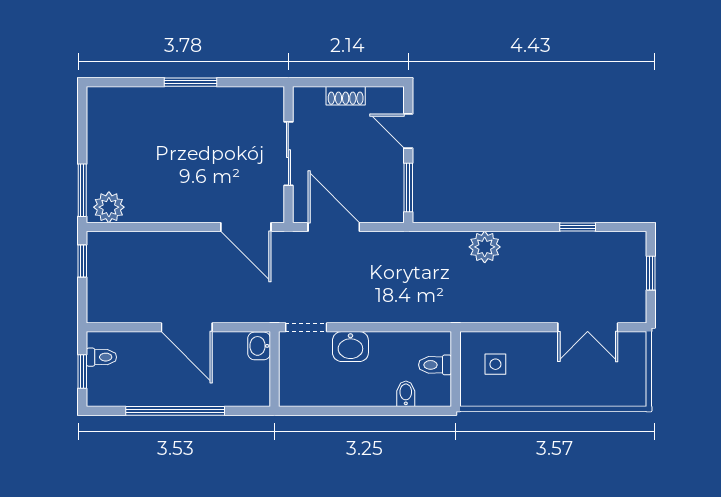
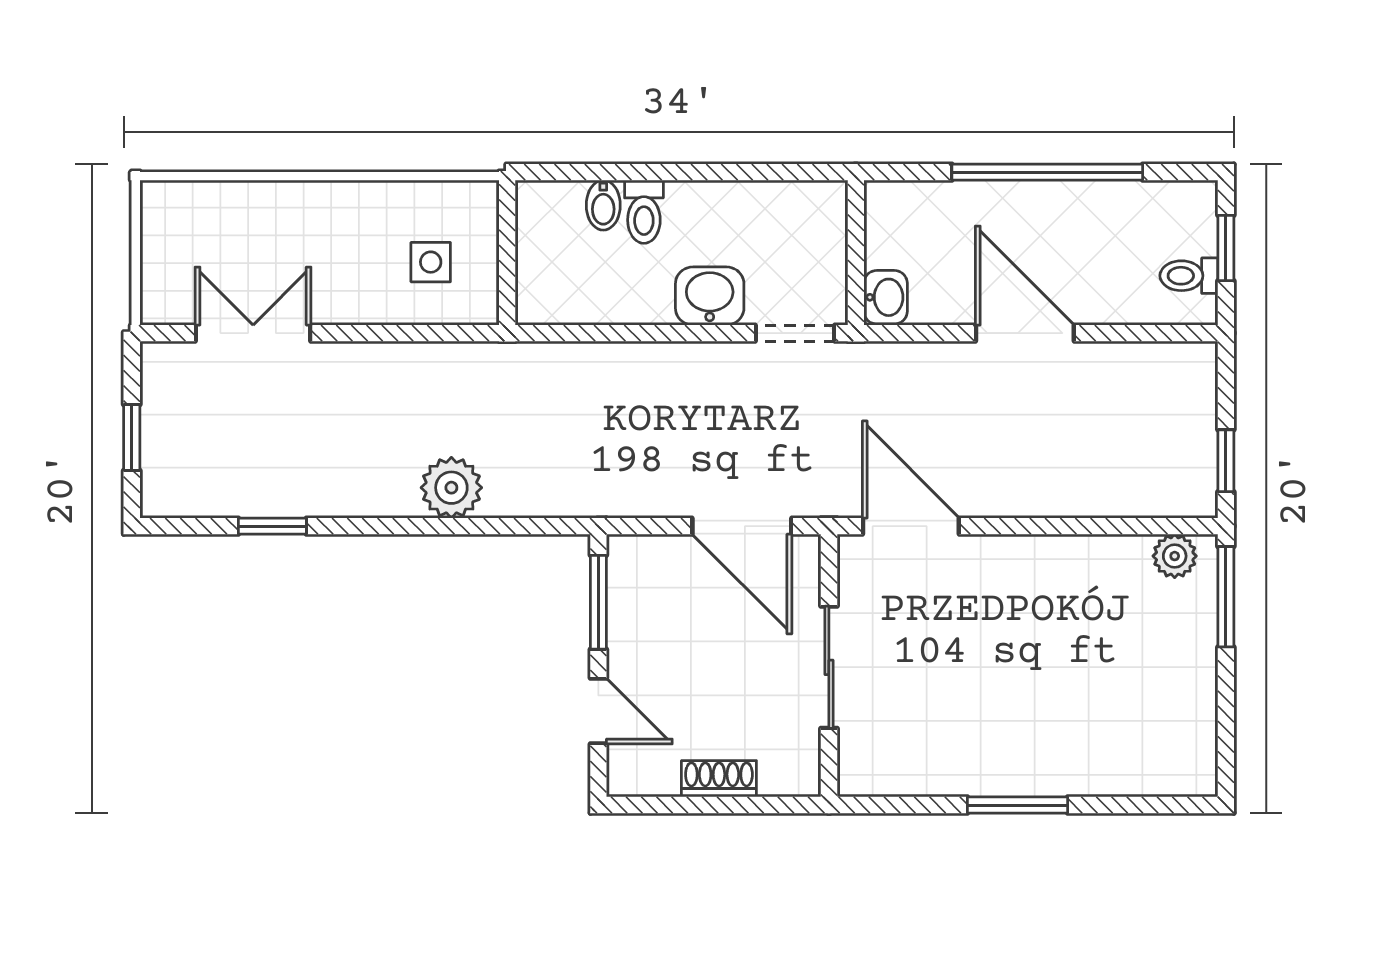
plant: (109, 207) -> (1175, 556), width x0.73, depth x0.73
toilet: (435, 365) -> (644, 212), moved, turned 90

